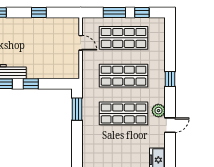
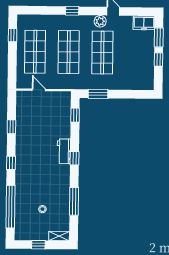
window: (114, 13) -> (12, 59), removed
door: (81, 43) -> (39, 90), hinge flipped
window: (31, 84) -> (75, 115), moved

